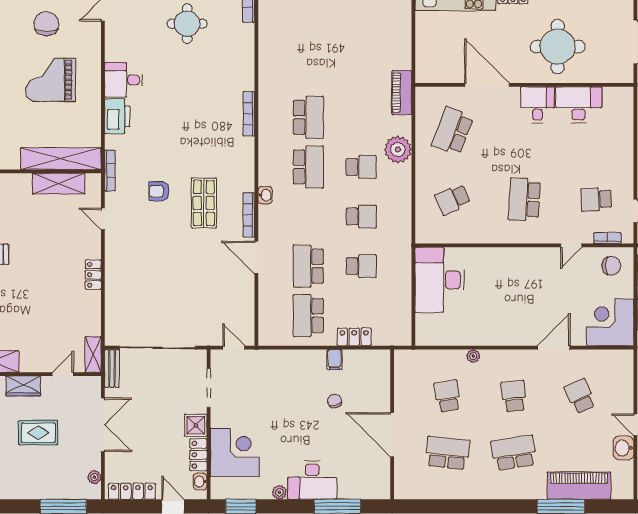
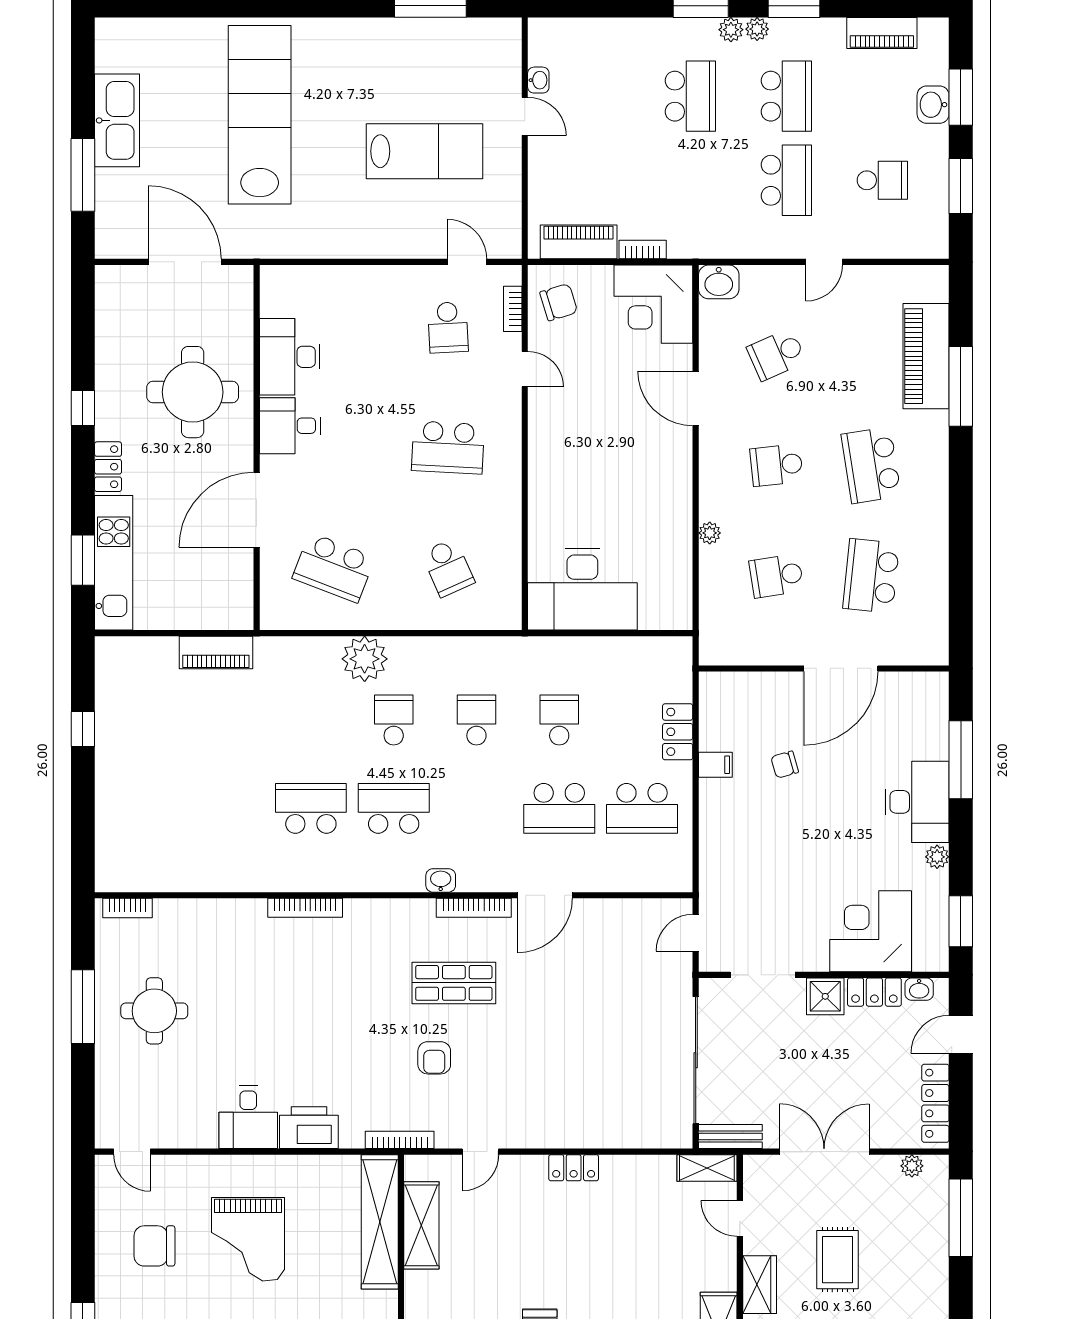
piano: (402, 93) -> (216, 652), moved
chair: (611, 266) -> (559, 302), turned 73
washbasin: (624, 448) -> (719, 282), moved

